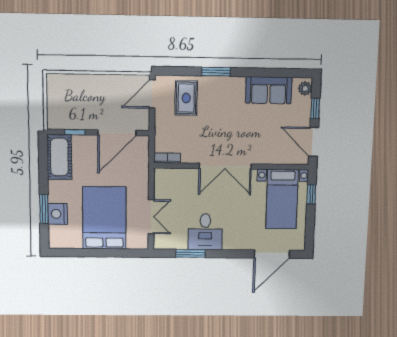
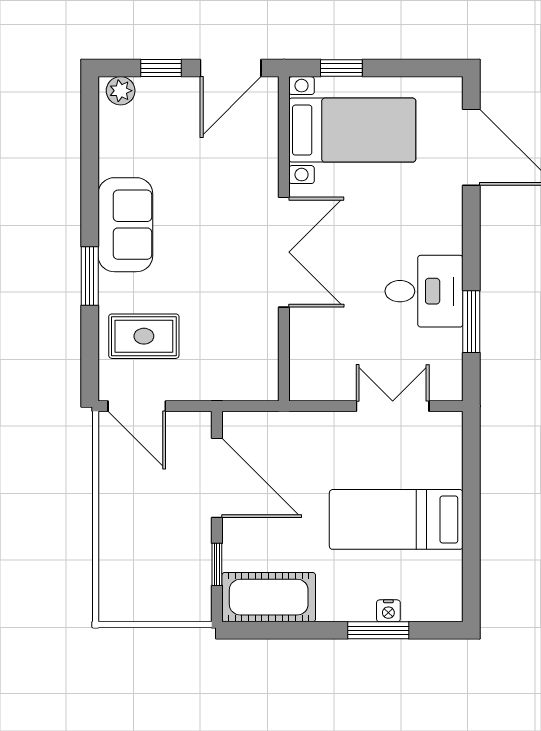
sofa: (269, 90) -> (125, 225), moved
bookcase: (167, 158) -> (268, 373), removed
nightstand: (58, 214) -> (388, 611), width x0.53, depth x0.56
bed: (104, 218) -> (396, 519), width x0.67

